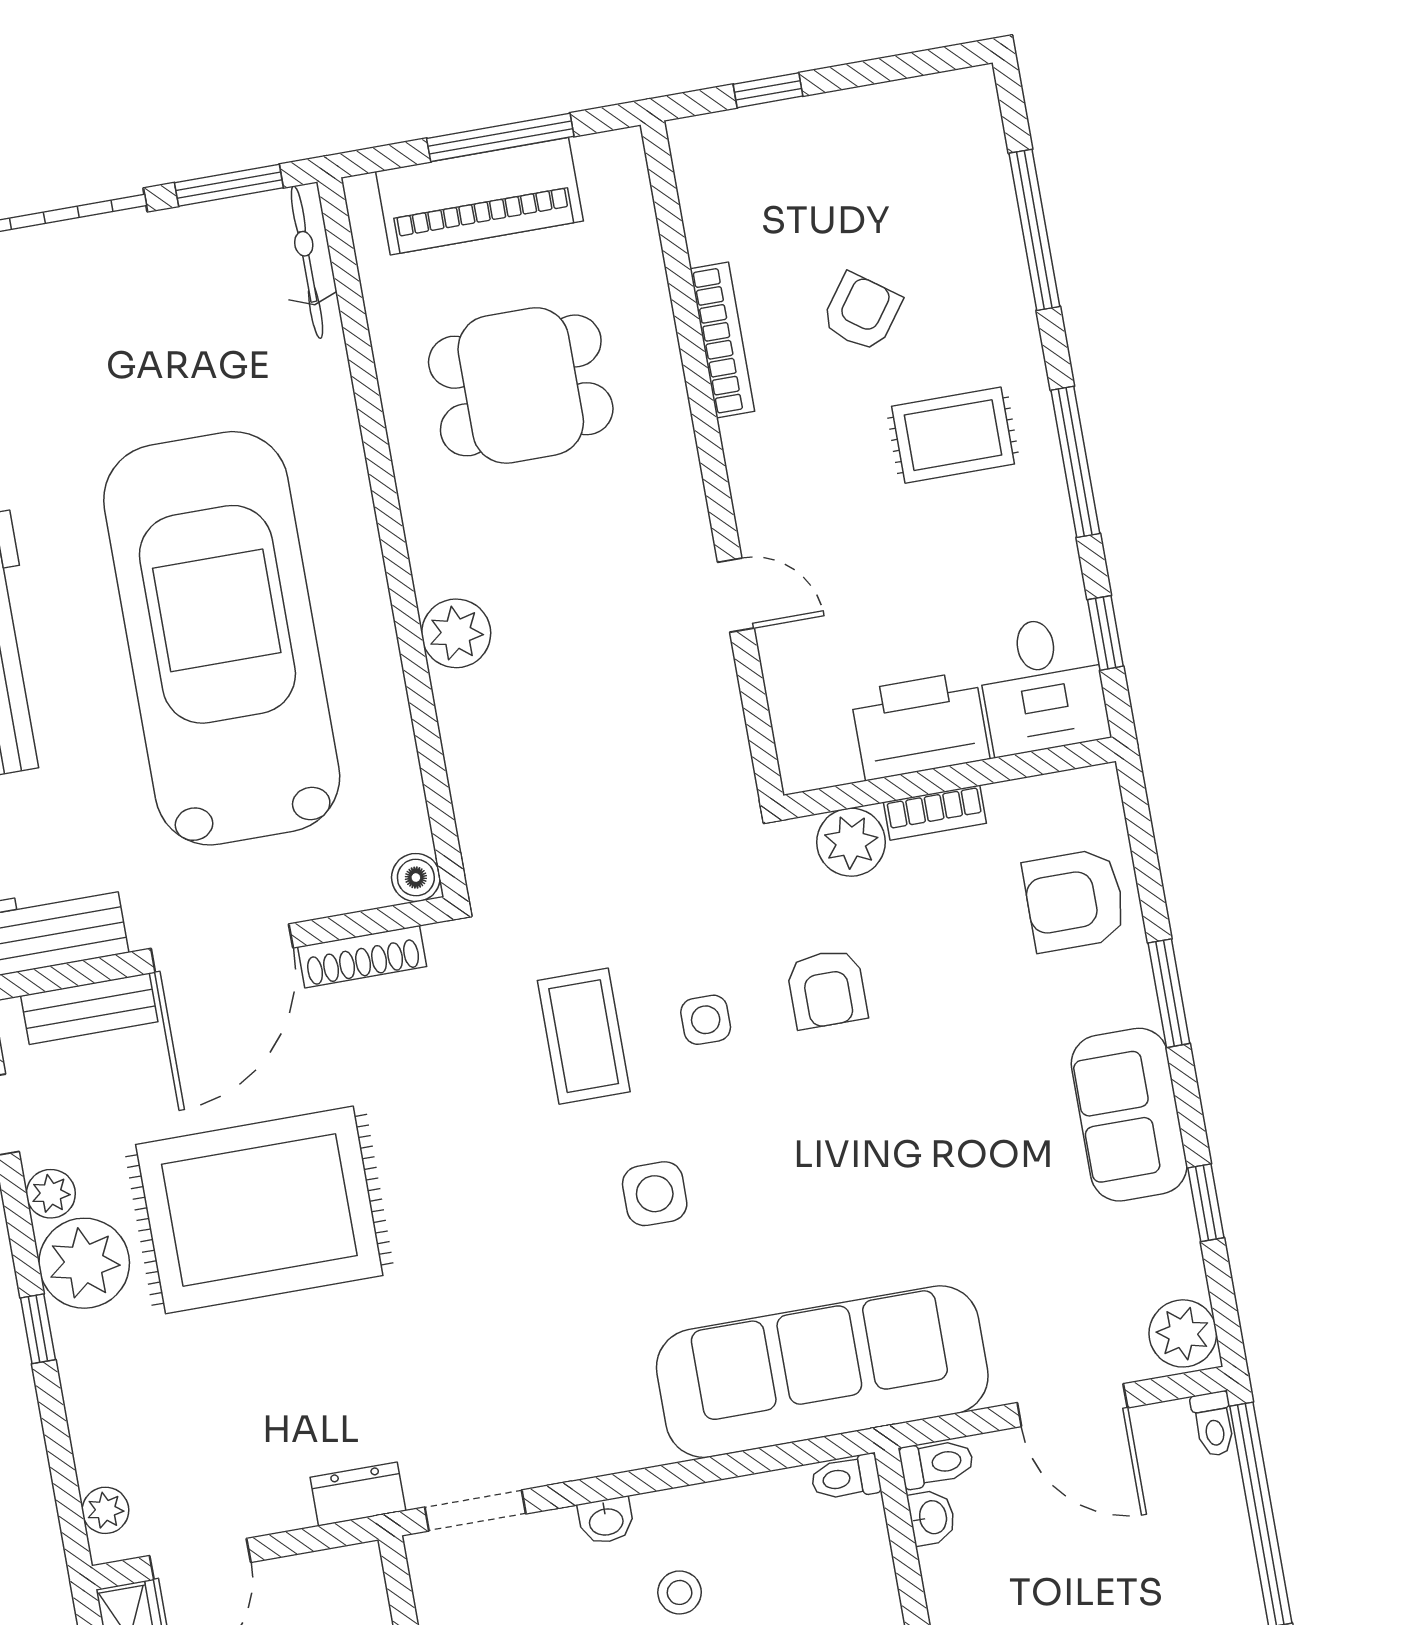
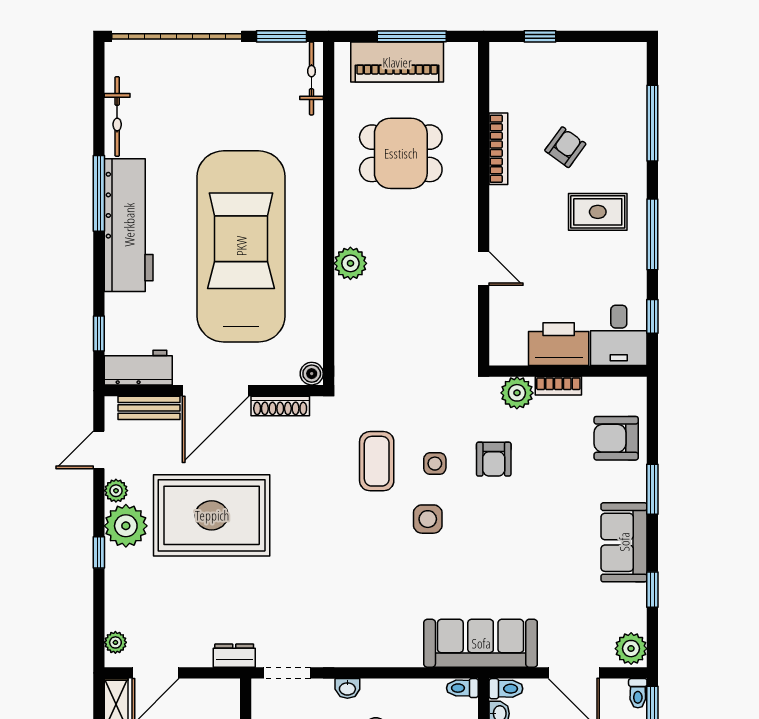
side table: (655, 1194) -> (428, 519), moved
sofa: (822, 1372) -> (481, 643), width x0.74, depth x0.79

